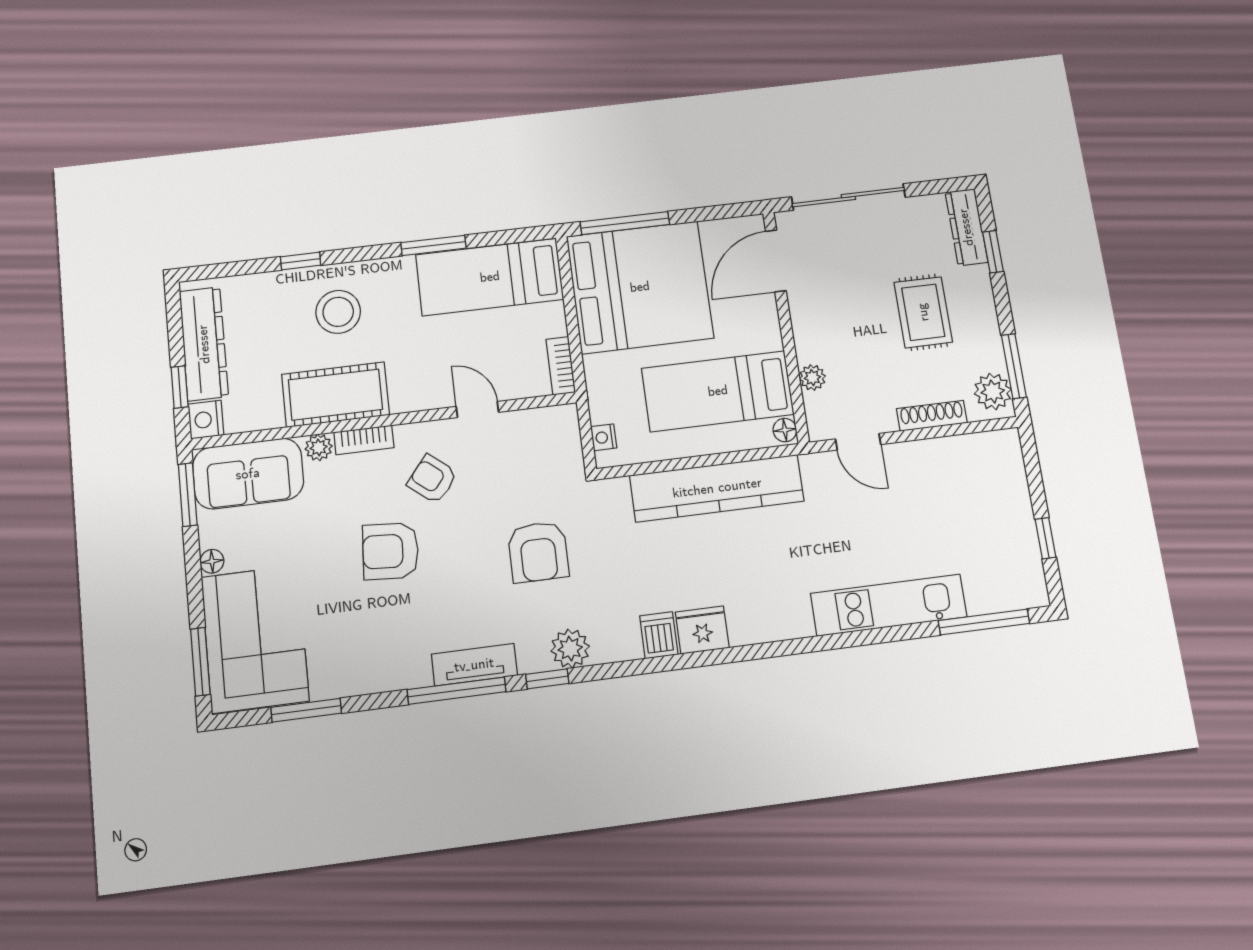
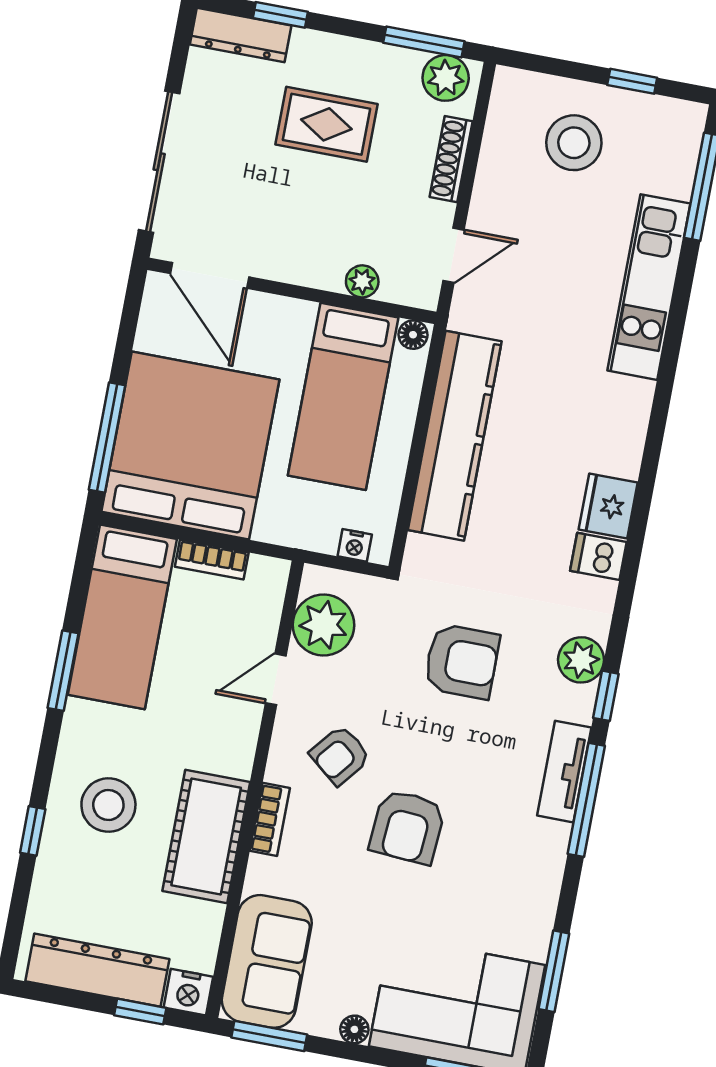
bookcase: (561, 366) -> (212, 560), moved
plant: (319, 447) -> (324, 625), moved, width x1.88, depth x1.88
stool: (980, 508) -> (574, 143), added

